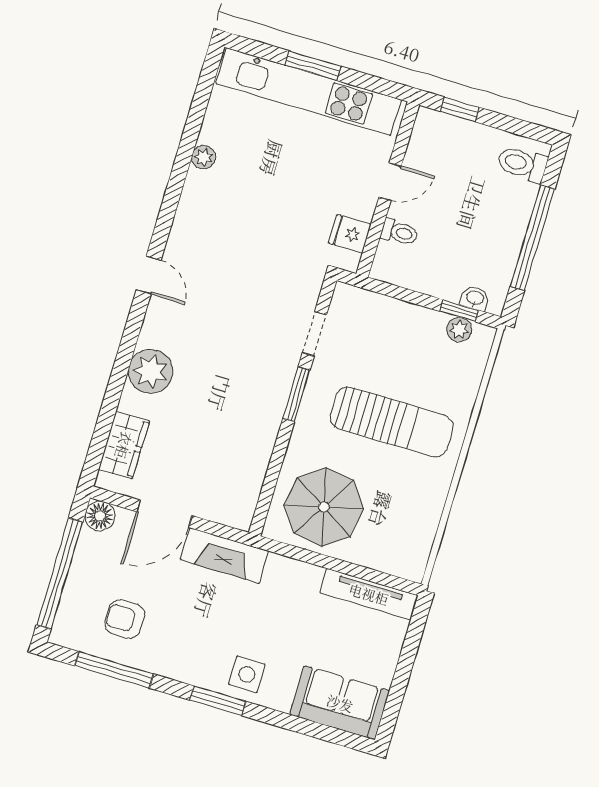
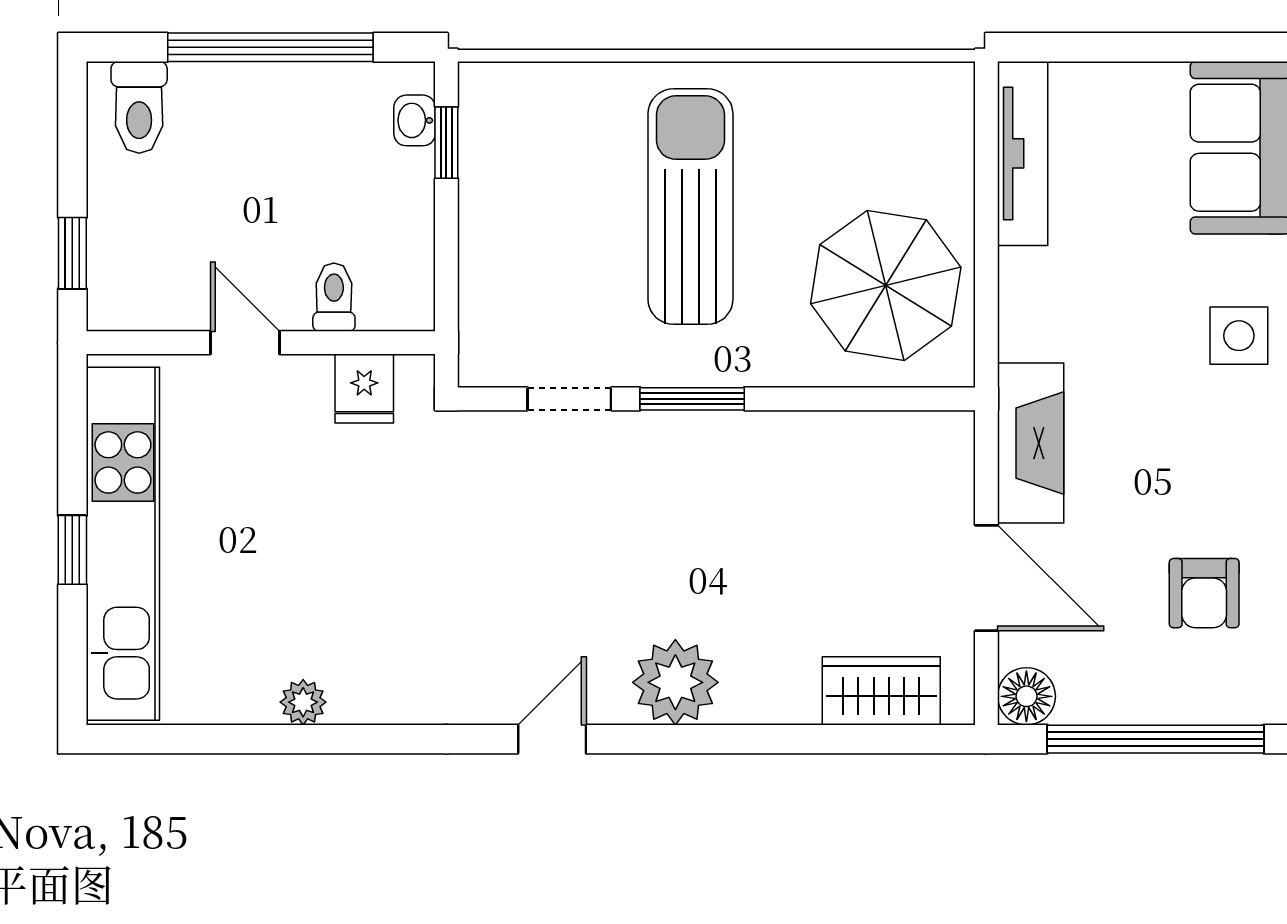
window: (313, 66) -> (72, 550), width x0.67
plant: (459, 330) -> (481, 132), removed
plant: (151, 371) -> (675, 682), moved

